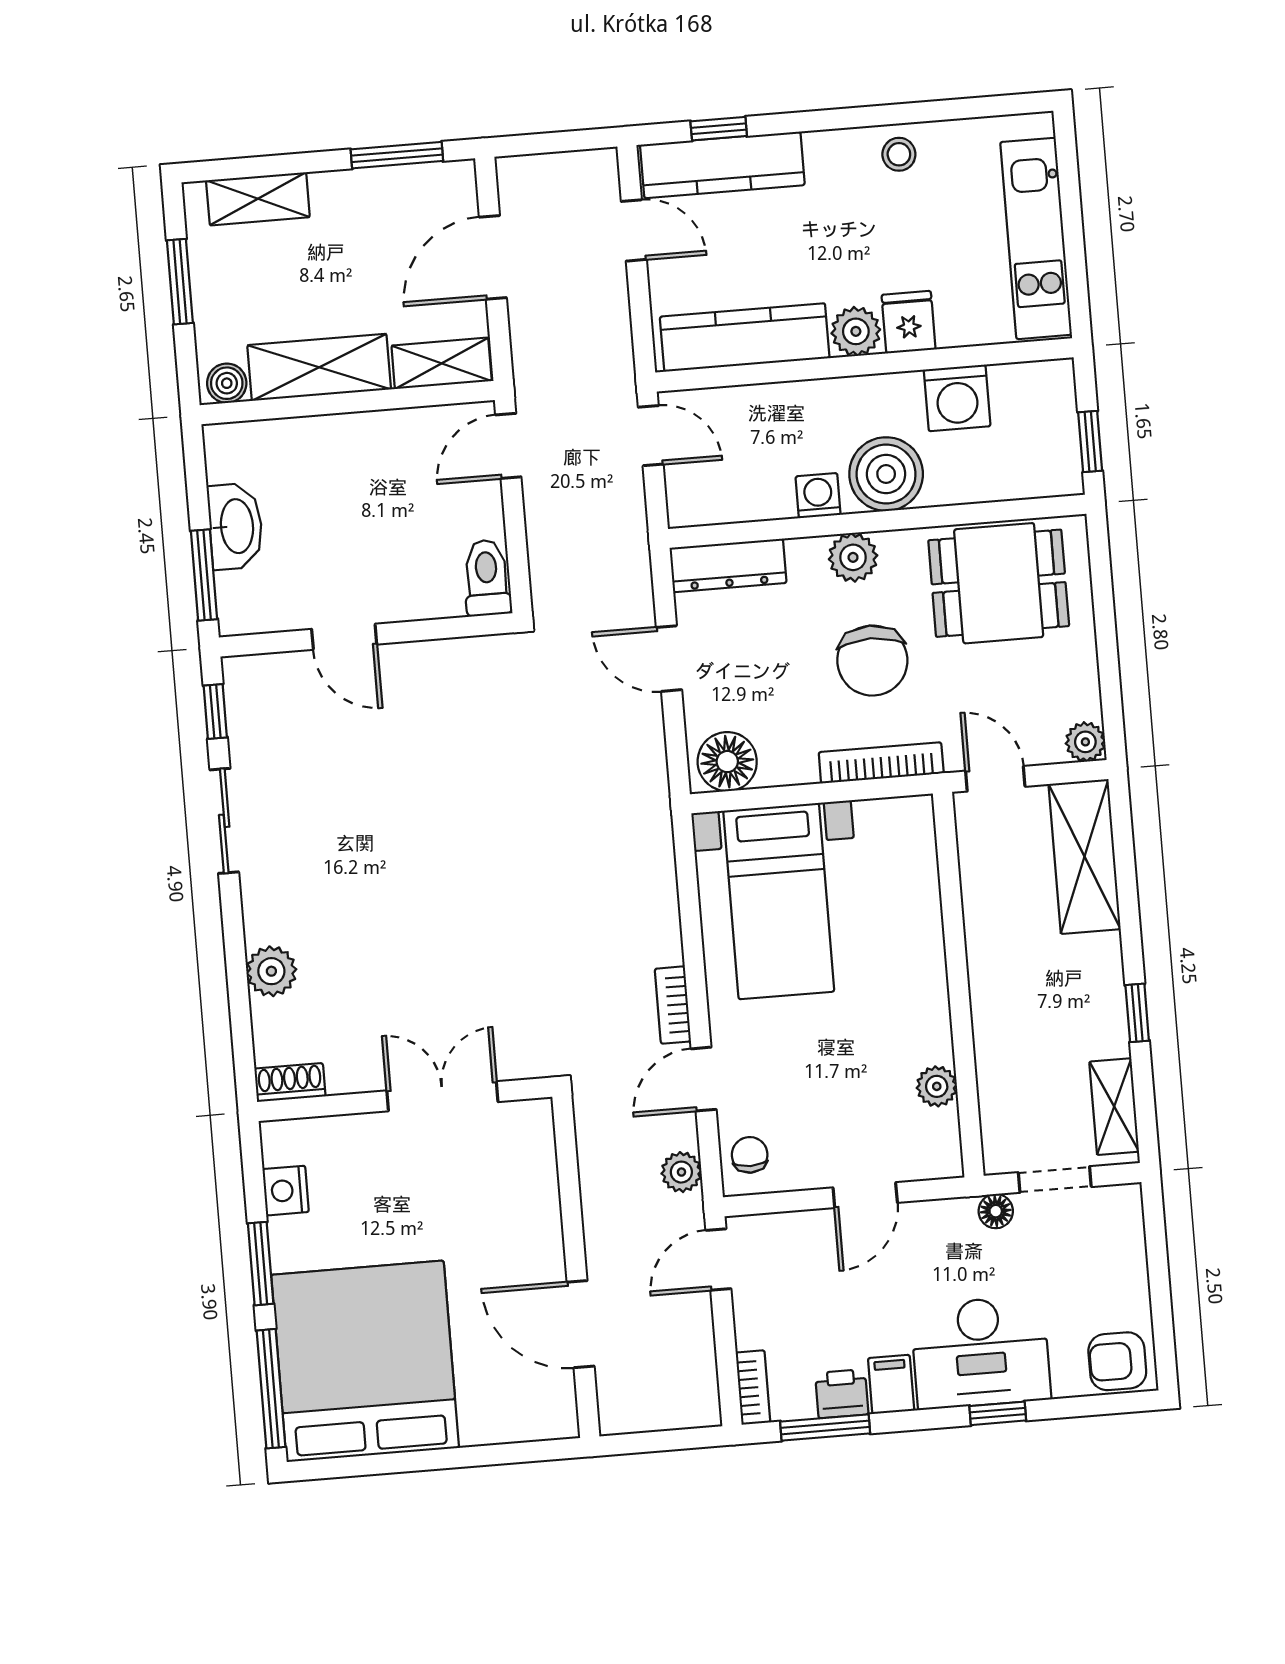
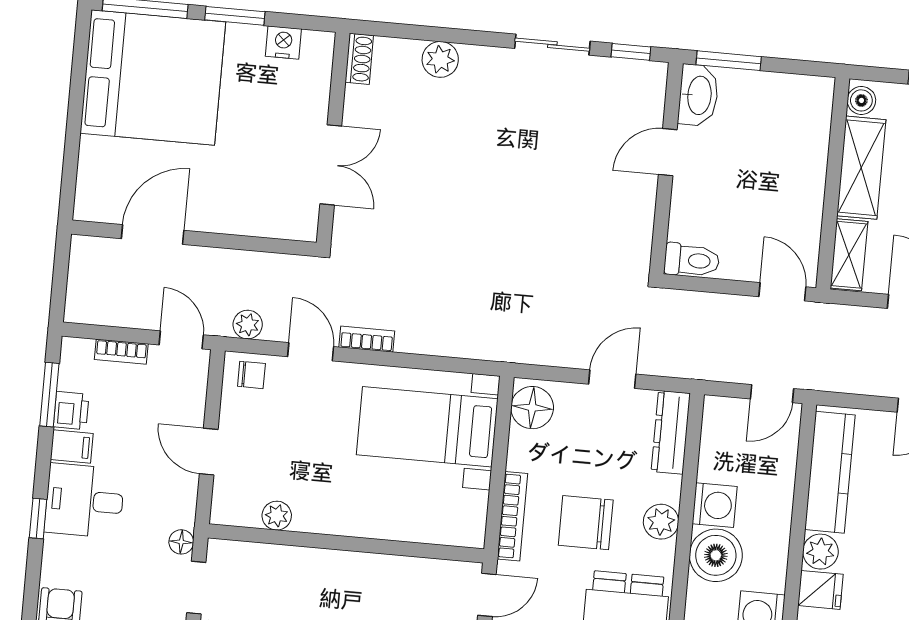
washing machine: (818, 496) -> (715, 505), width x1.38, depth x1.38
washbasin: (235, 526) -> (698, 95), moved, turned -90
desk: (981, 1352) -> (84, 501), width x0.73
bookcase: (753, 1388) -> (121, 352), moved

